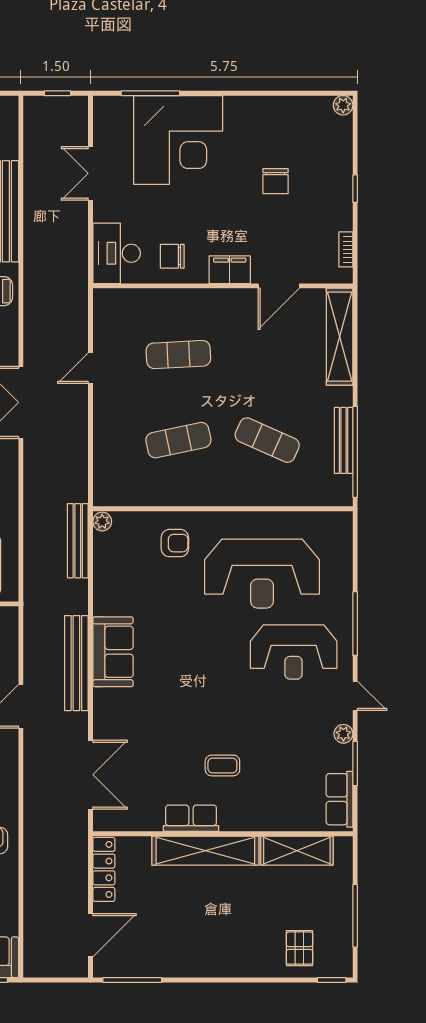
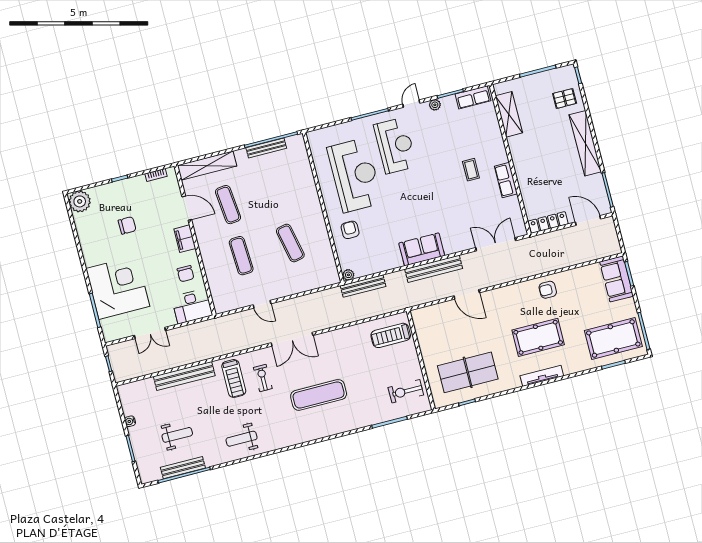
plant: (343, 105) -> (80, 201), width x1.87, depth x1.87
exercise mat: (267, 440) -> (228, 205), moved, turned -30
shelving: (205, 851) -> (585, 143), moved

